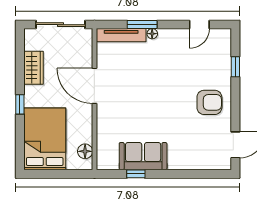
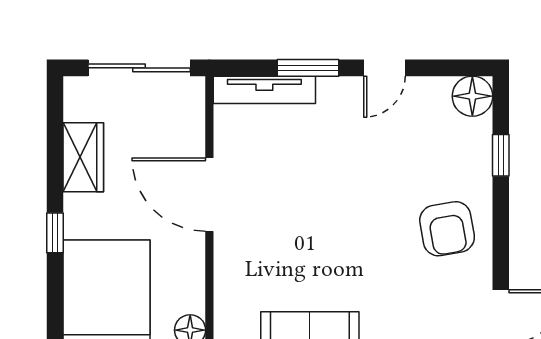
door: (199, 25) -> (384, 68), moved
floor lamp: (152, 34) -> (472, 96), moved, width x1.89, depth x1.89
armchair: (209, 102) -> (447, 229), turned 80

